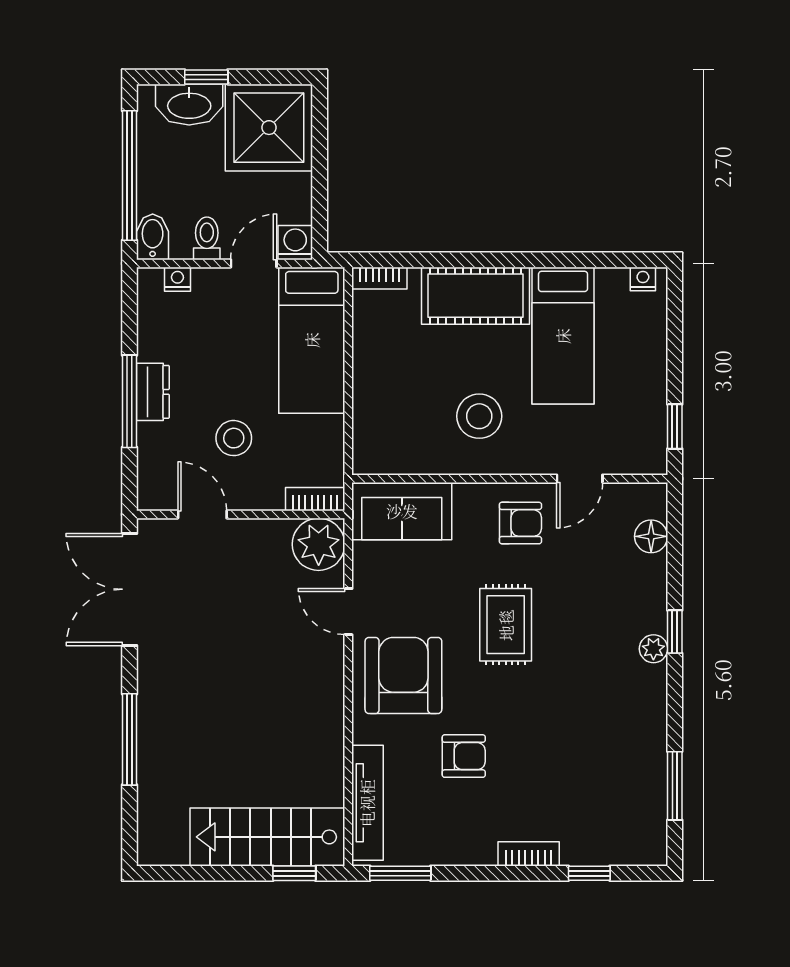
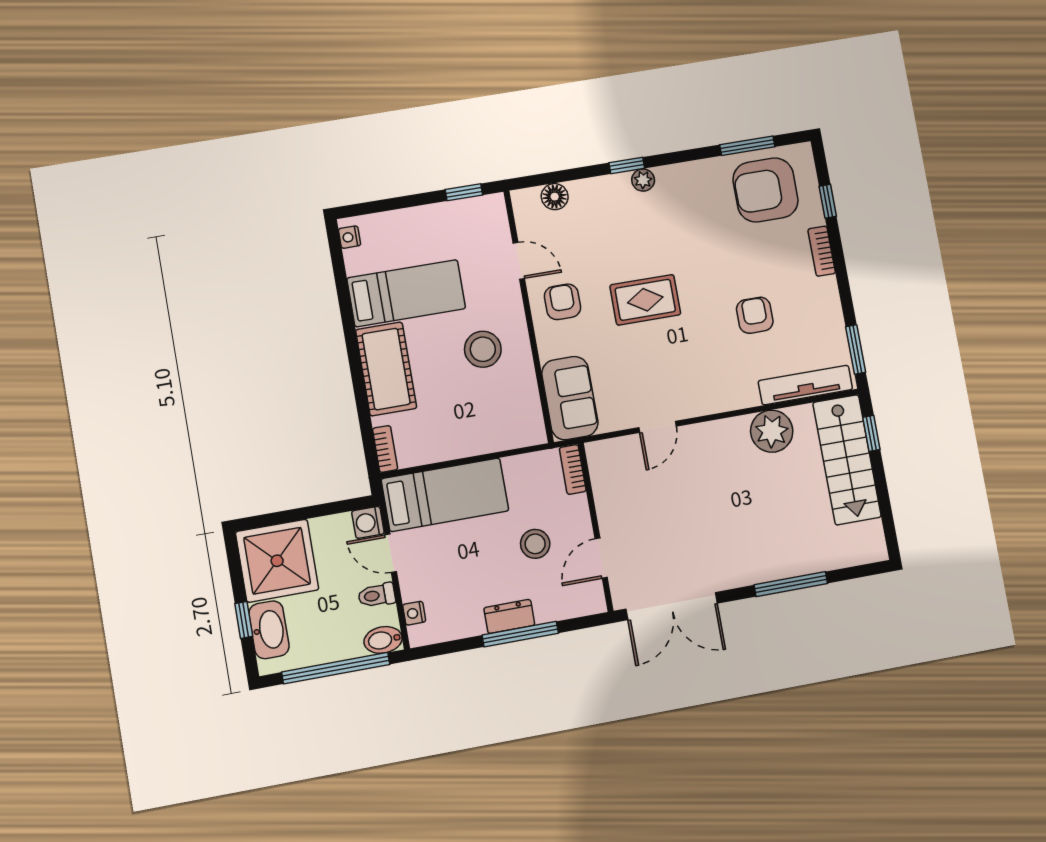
plant: (319, 544) -> (772, 431), moved
armchair: (403, 675) -> (765, 190), moved

